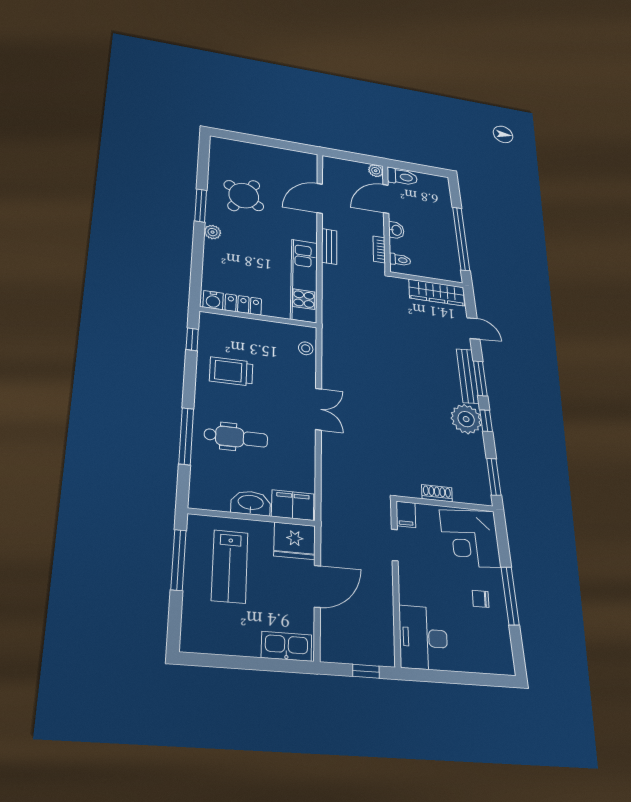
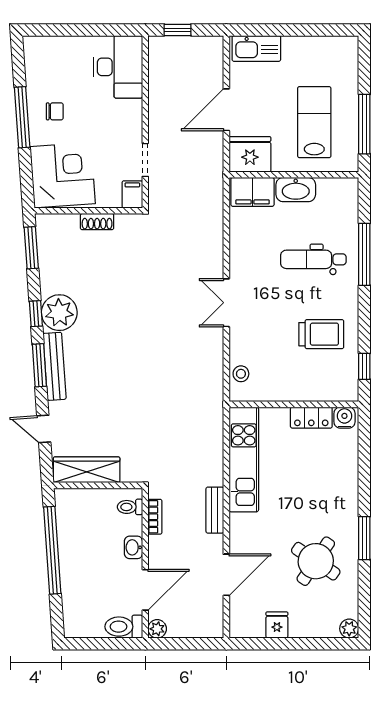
fridge: (278, 156) -> (277, 625), added
plant: (213, 232) -> (349, 629), moved

